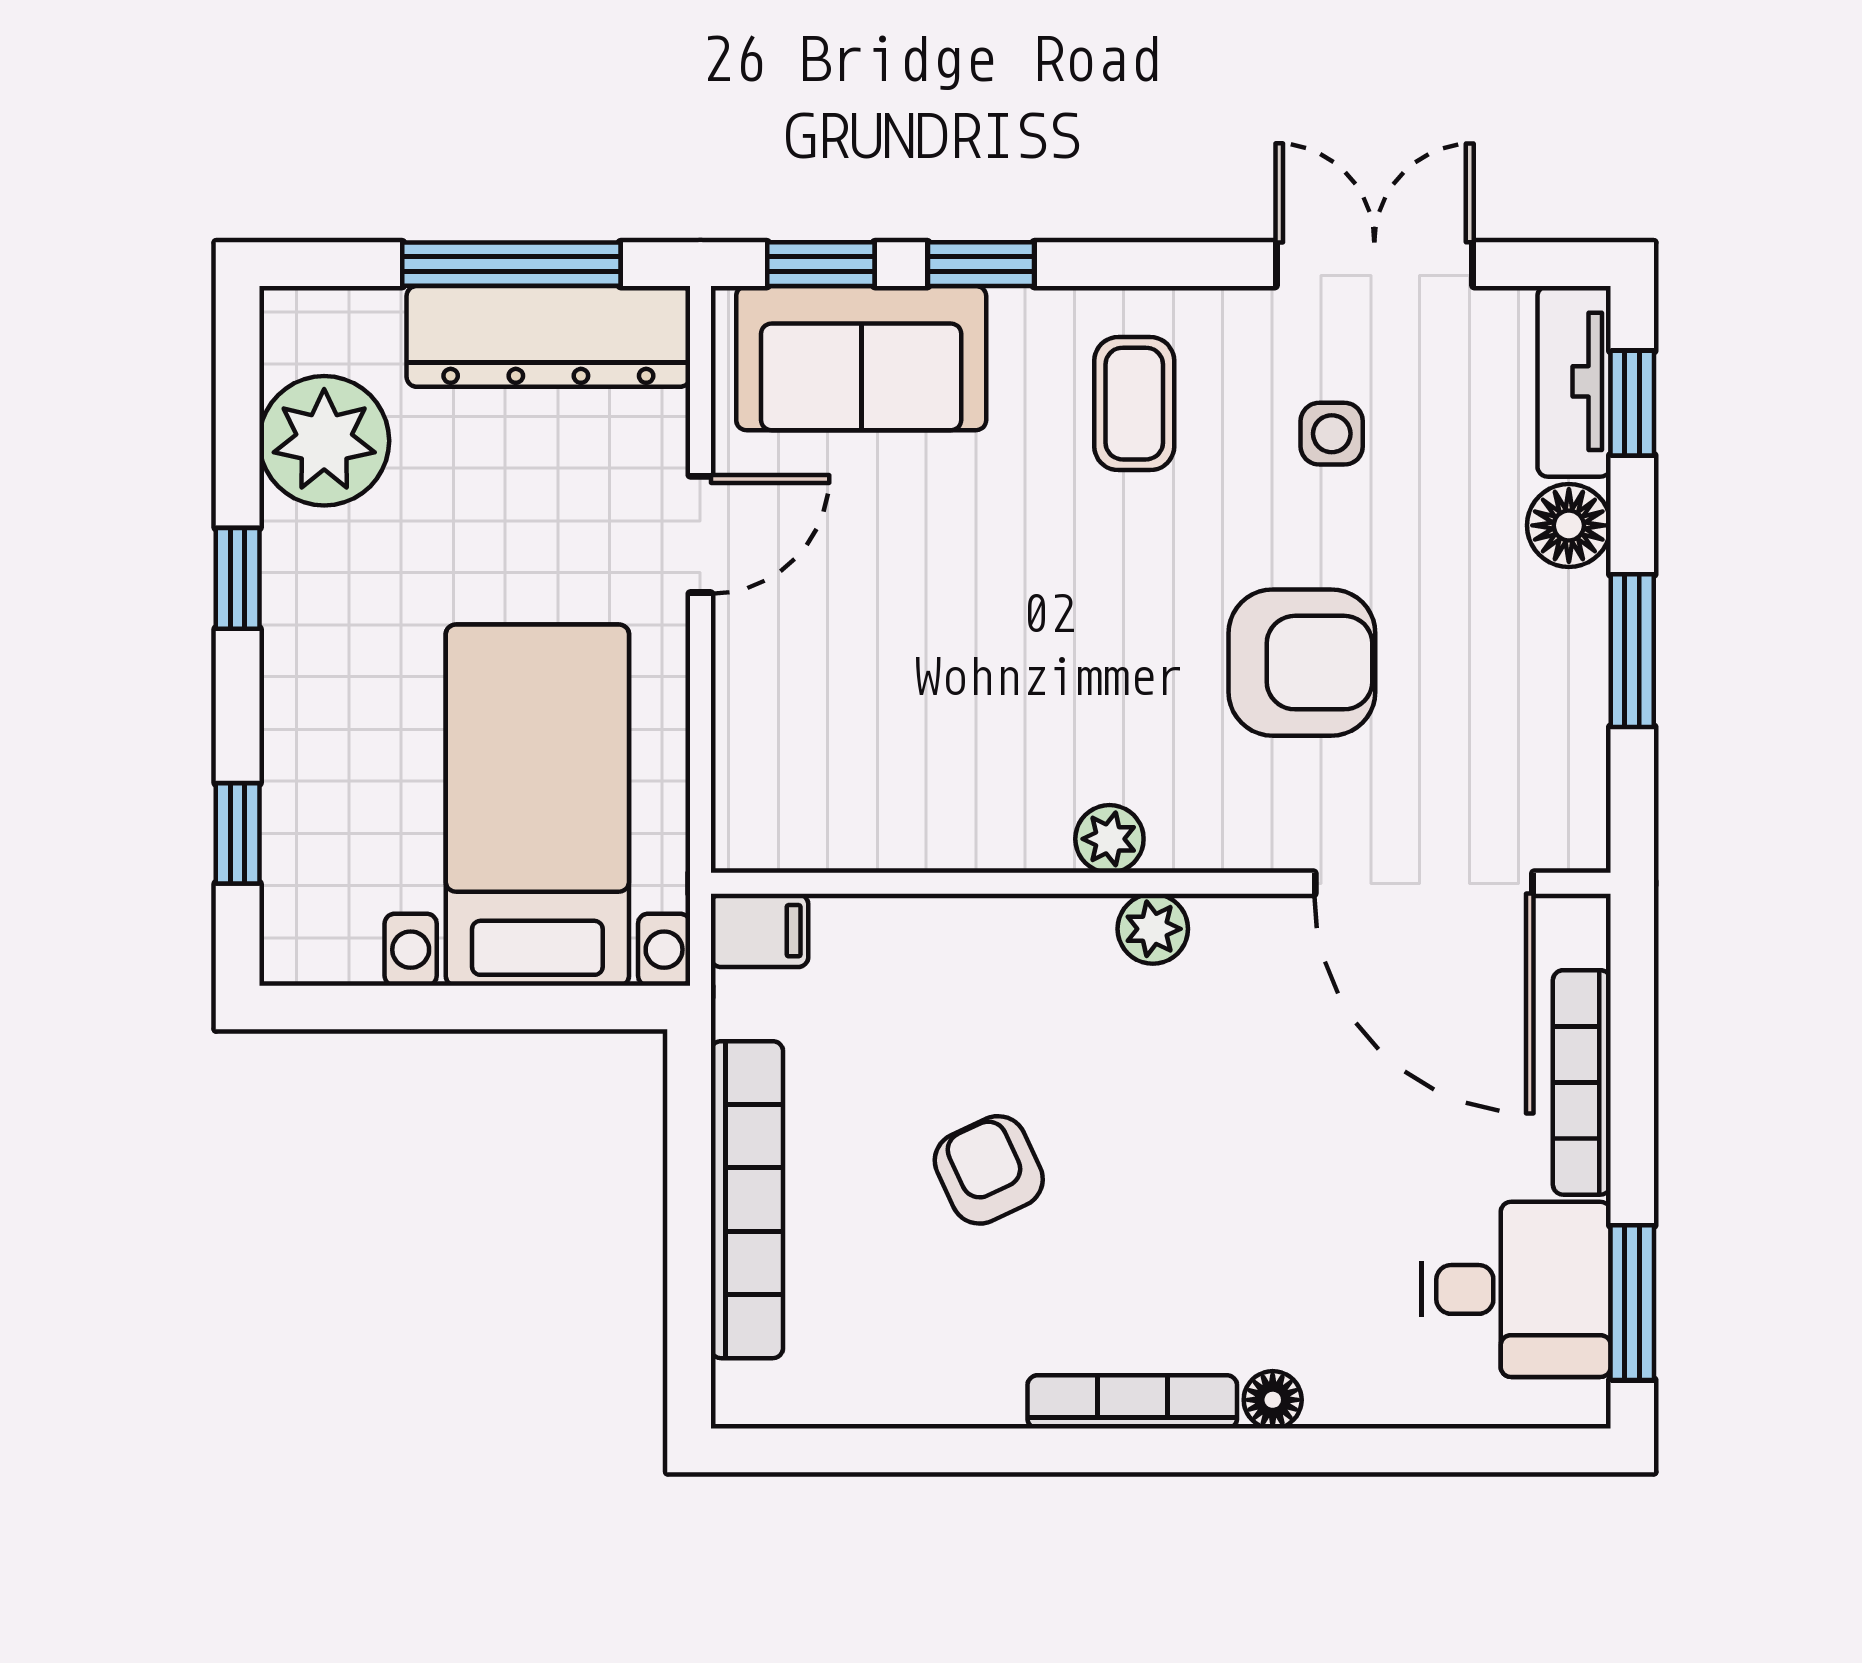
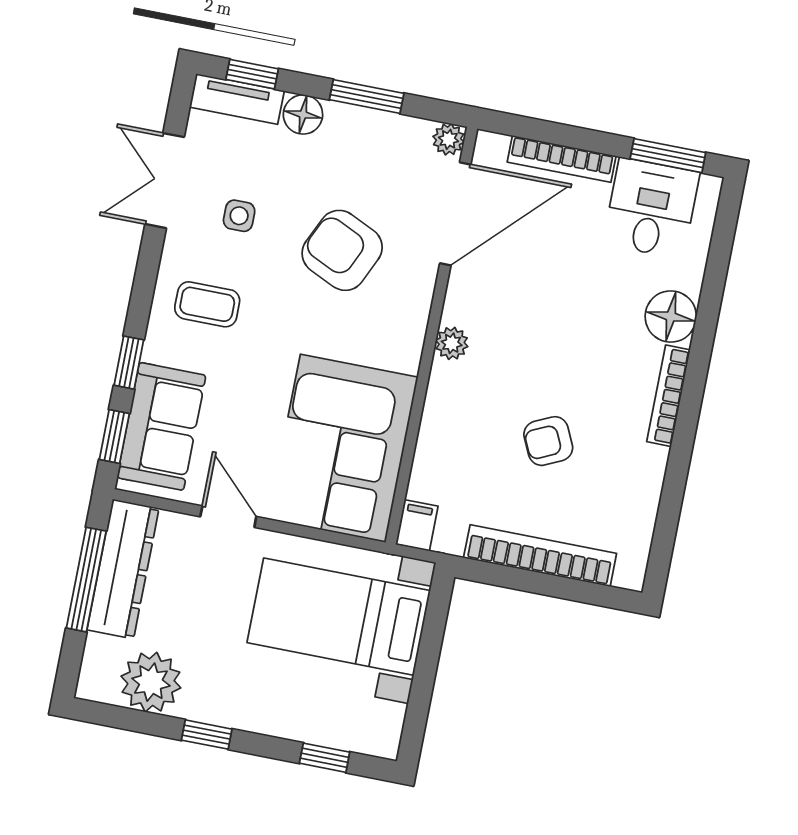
armchair: (1302, 663) -> (342, 250), turned -65
corner sofa: (890, 745) -> (343, 448), added
plant: (1109, 839) -> (449, 139), moved
floor lamp: (1273, 1400) -> (671, 317), width x1.89, depth x1.89

